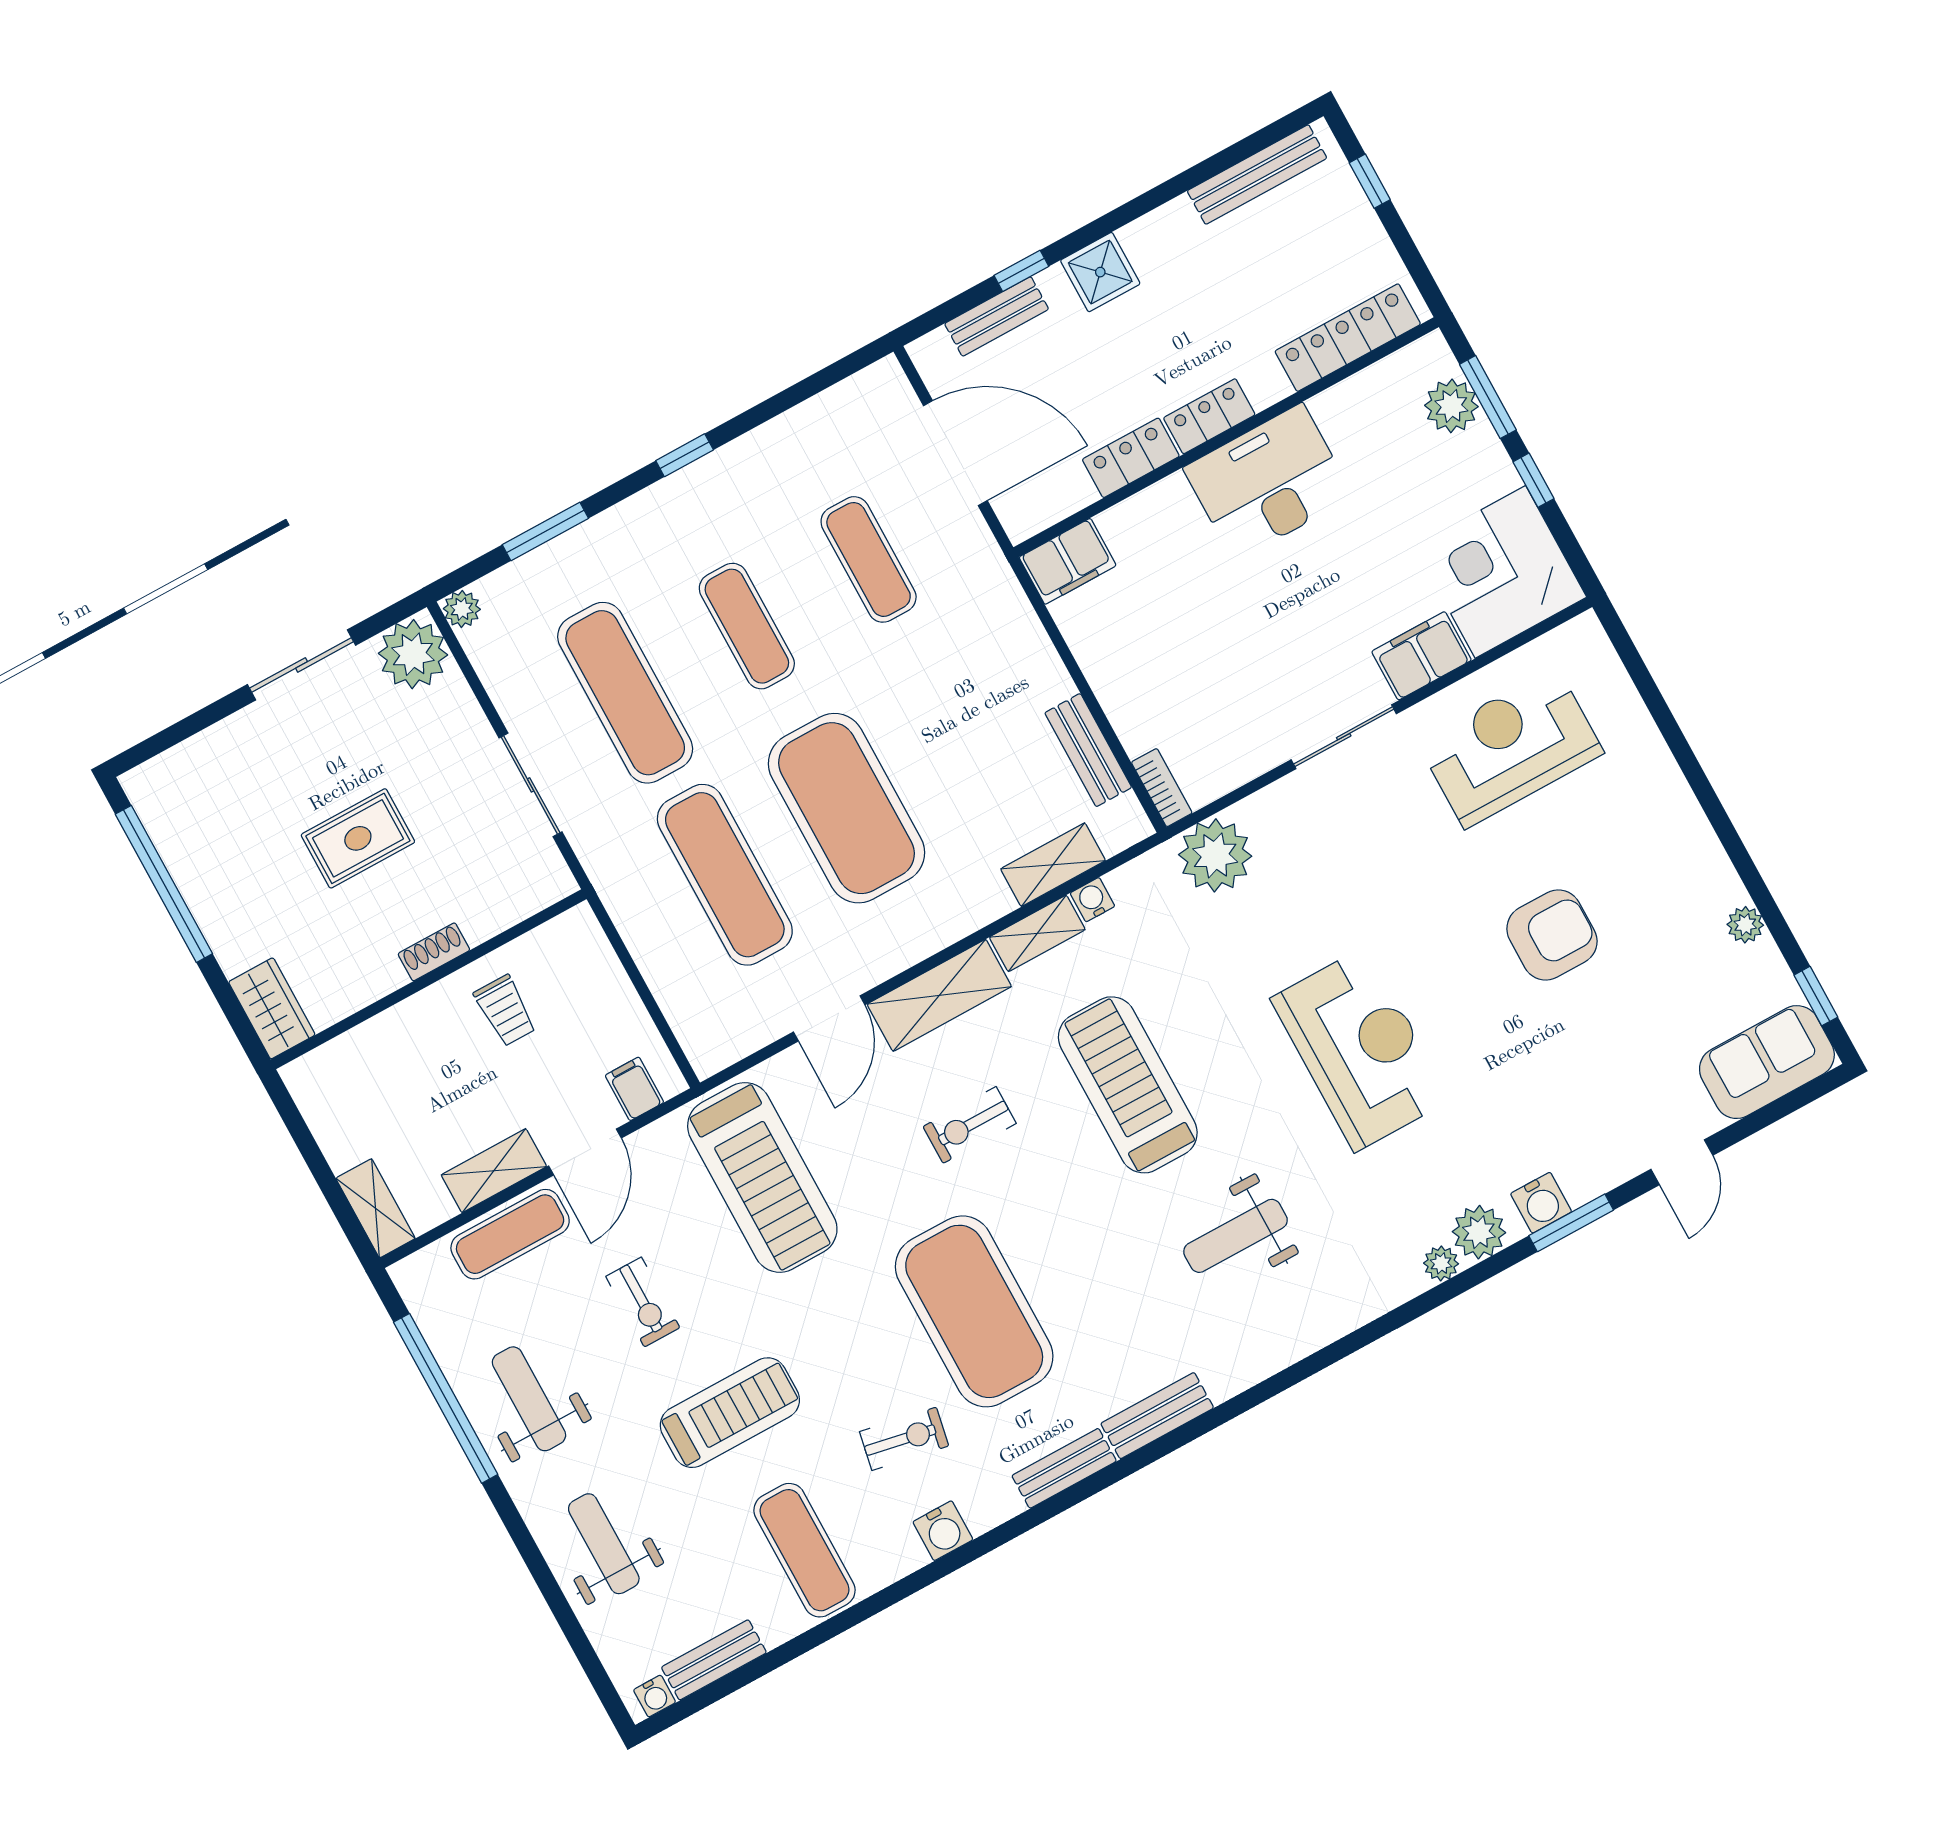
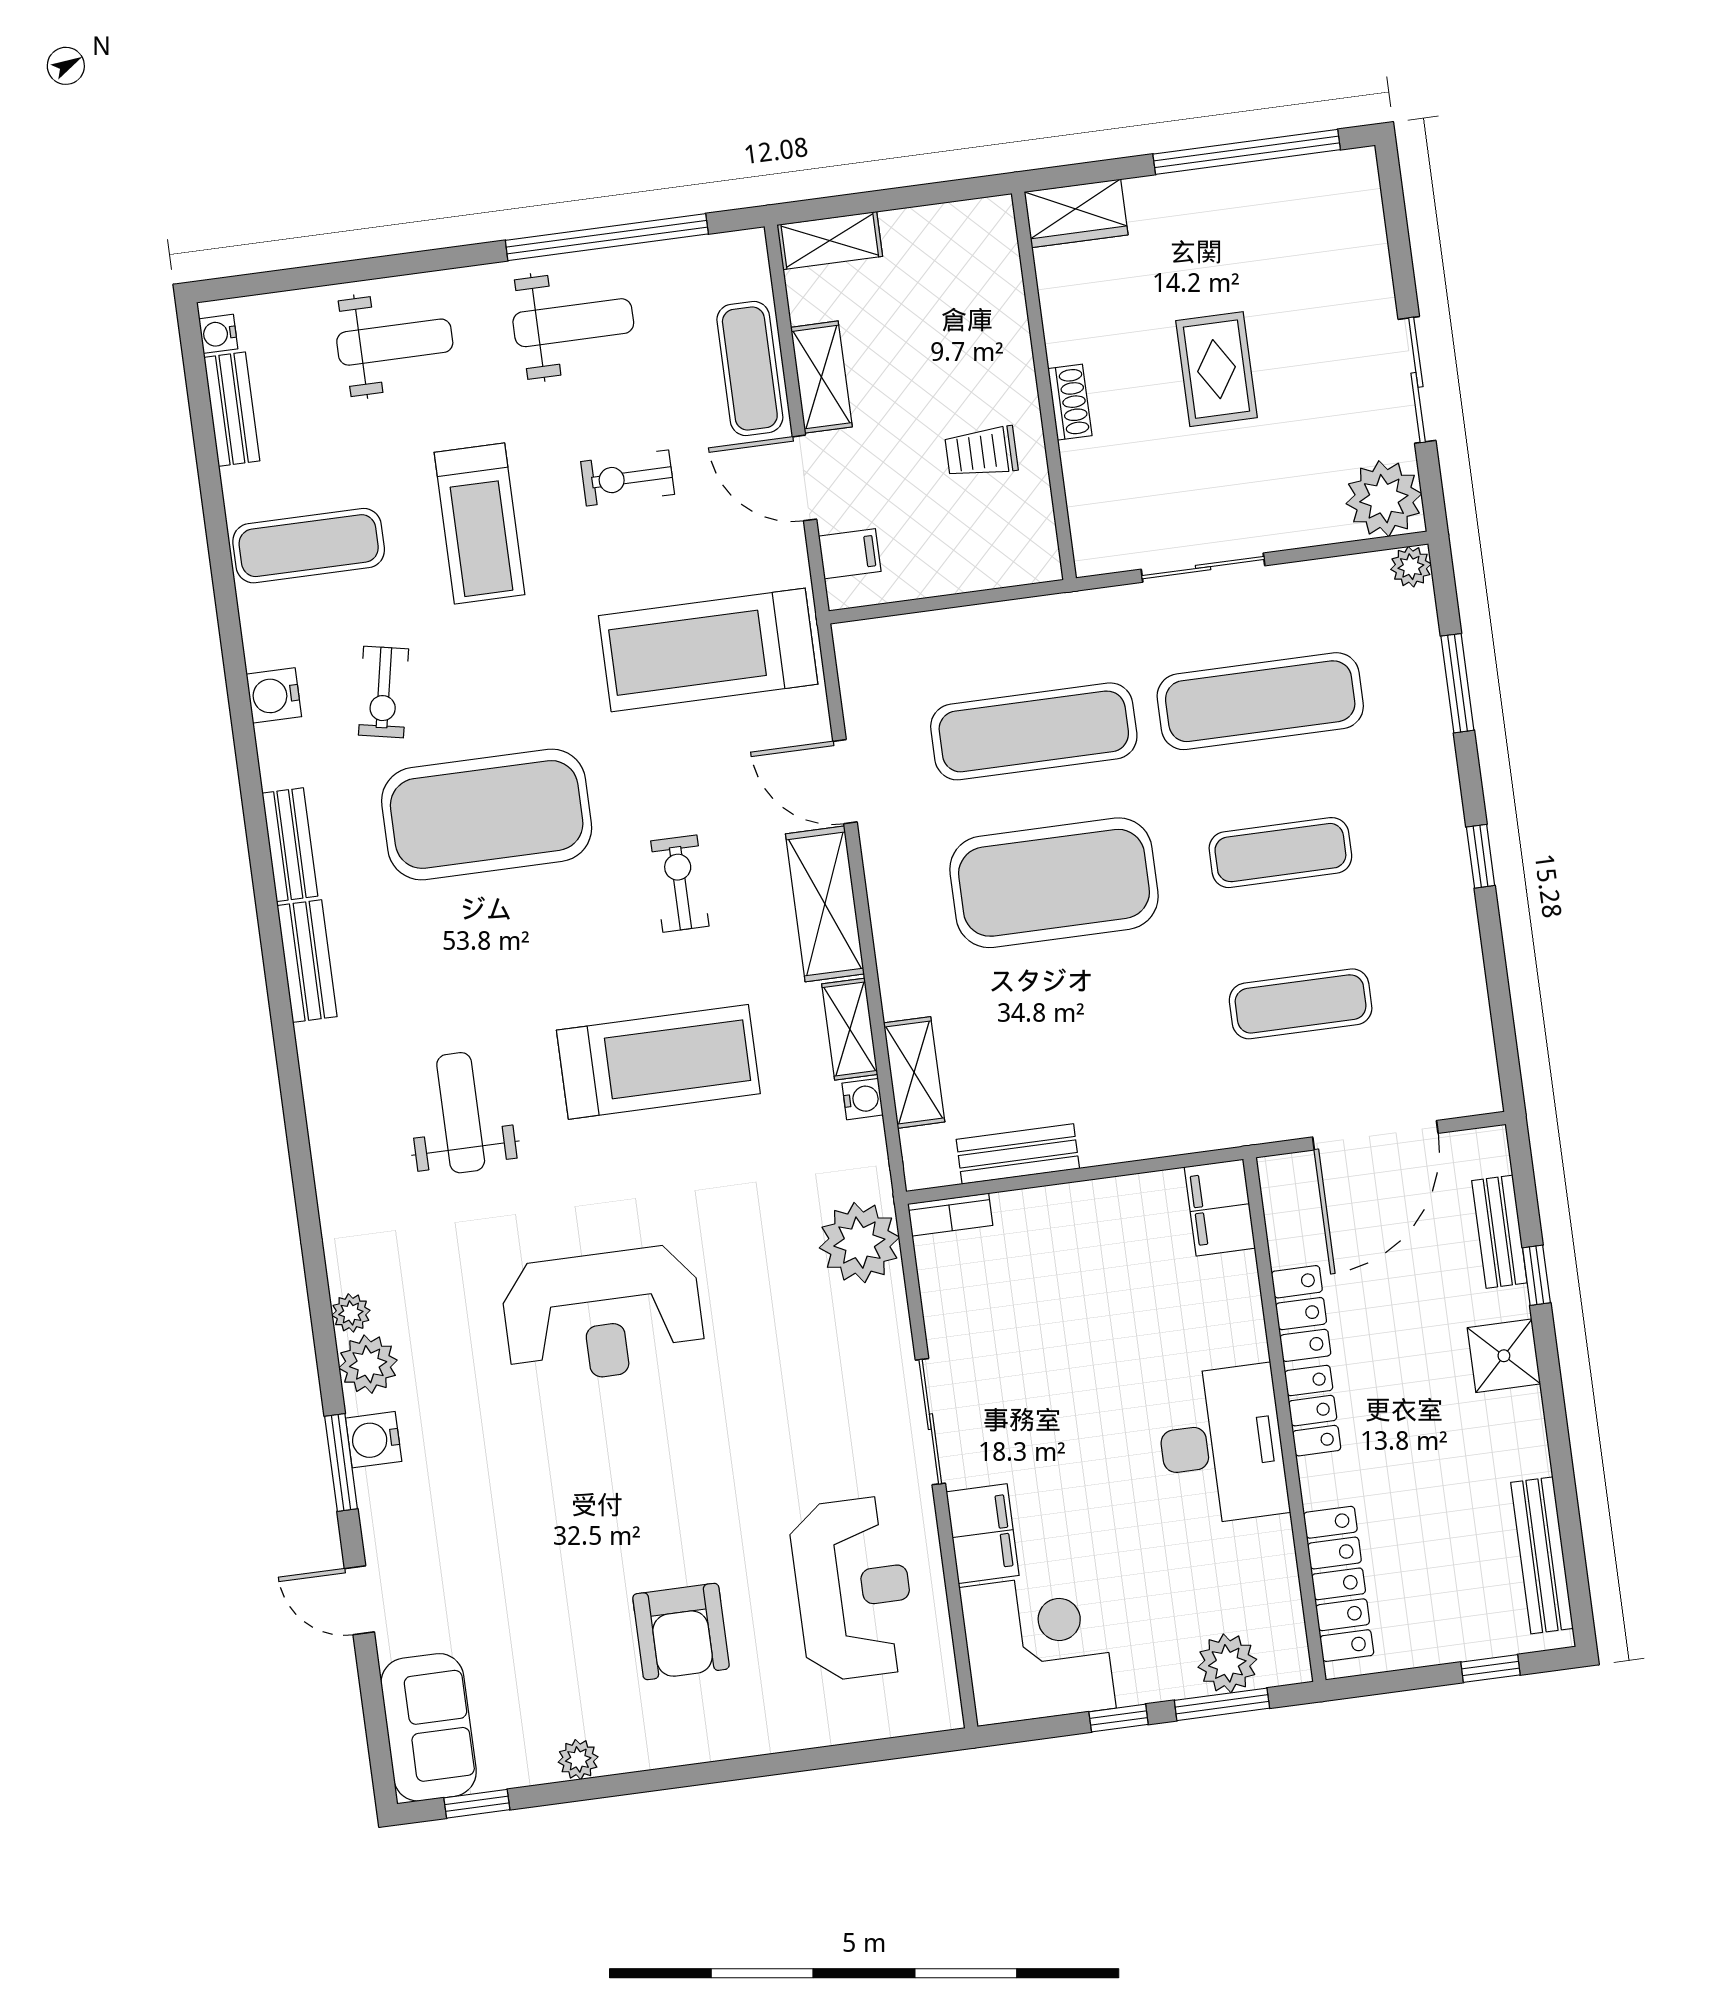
armchair: (1552, 935) -> (681, 1632), moved

